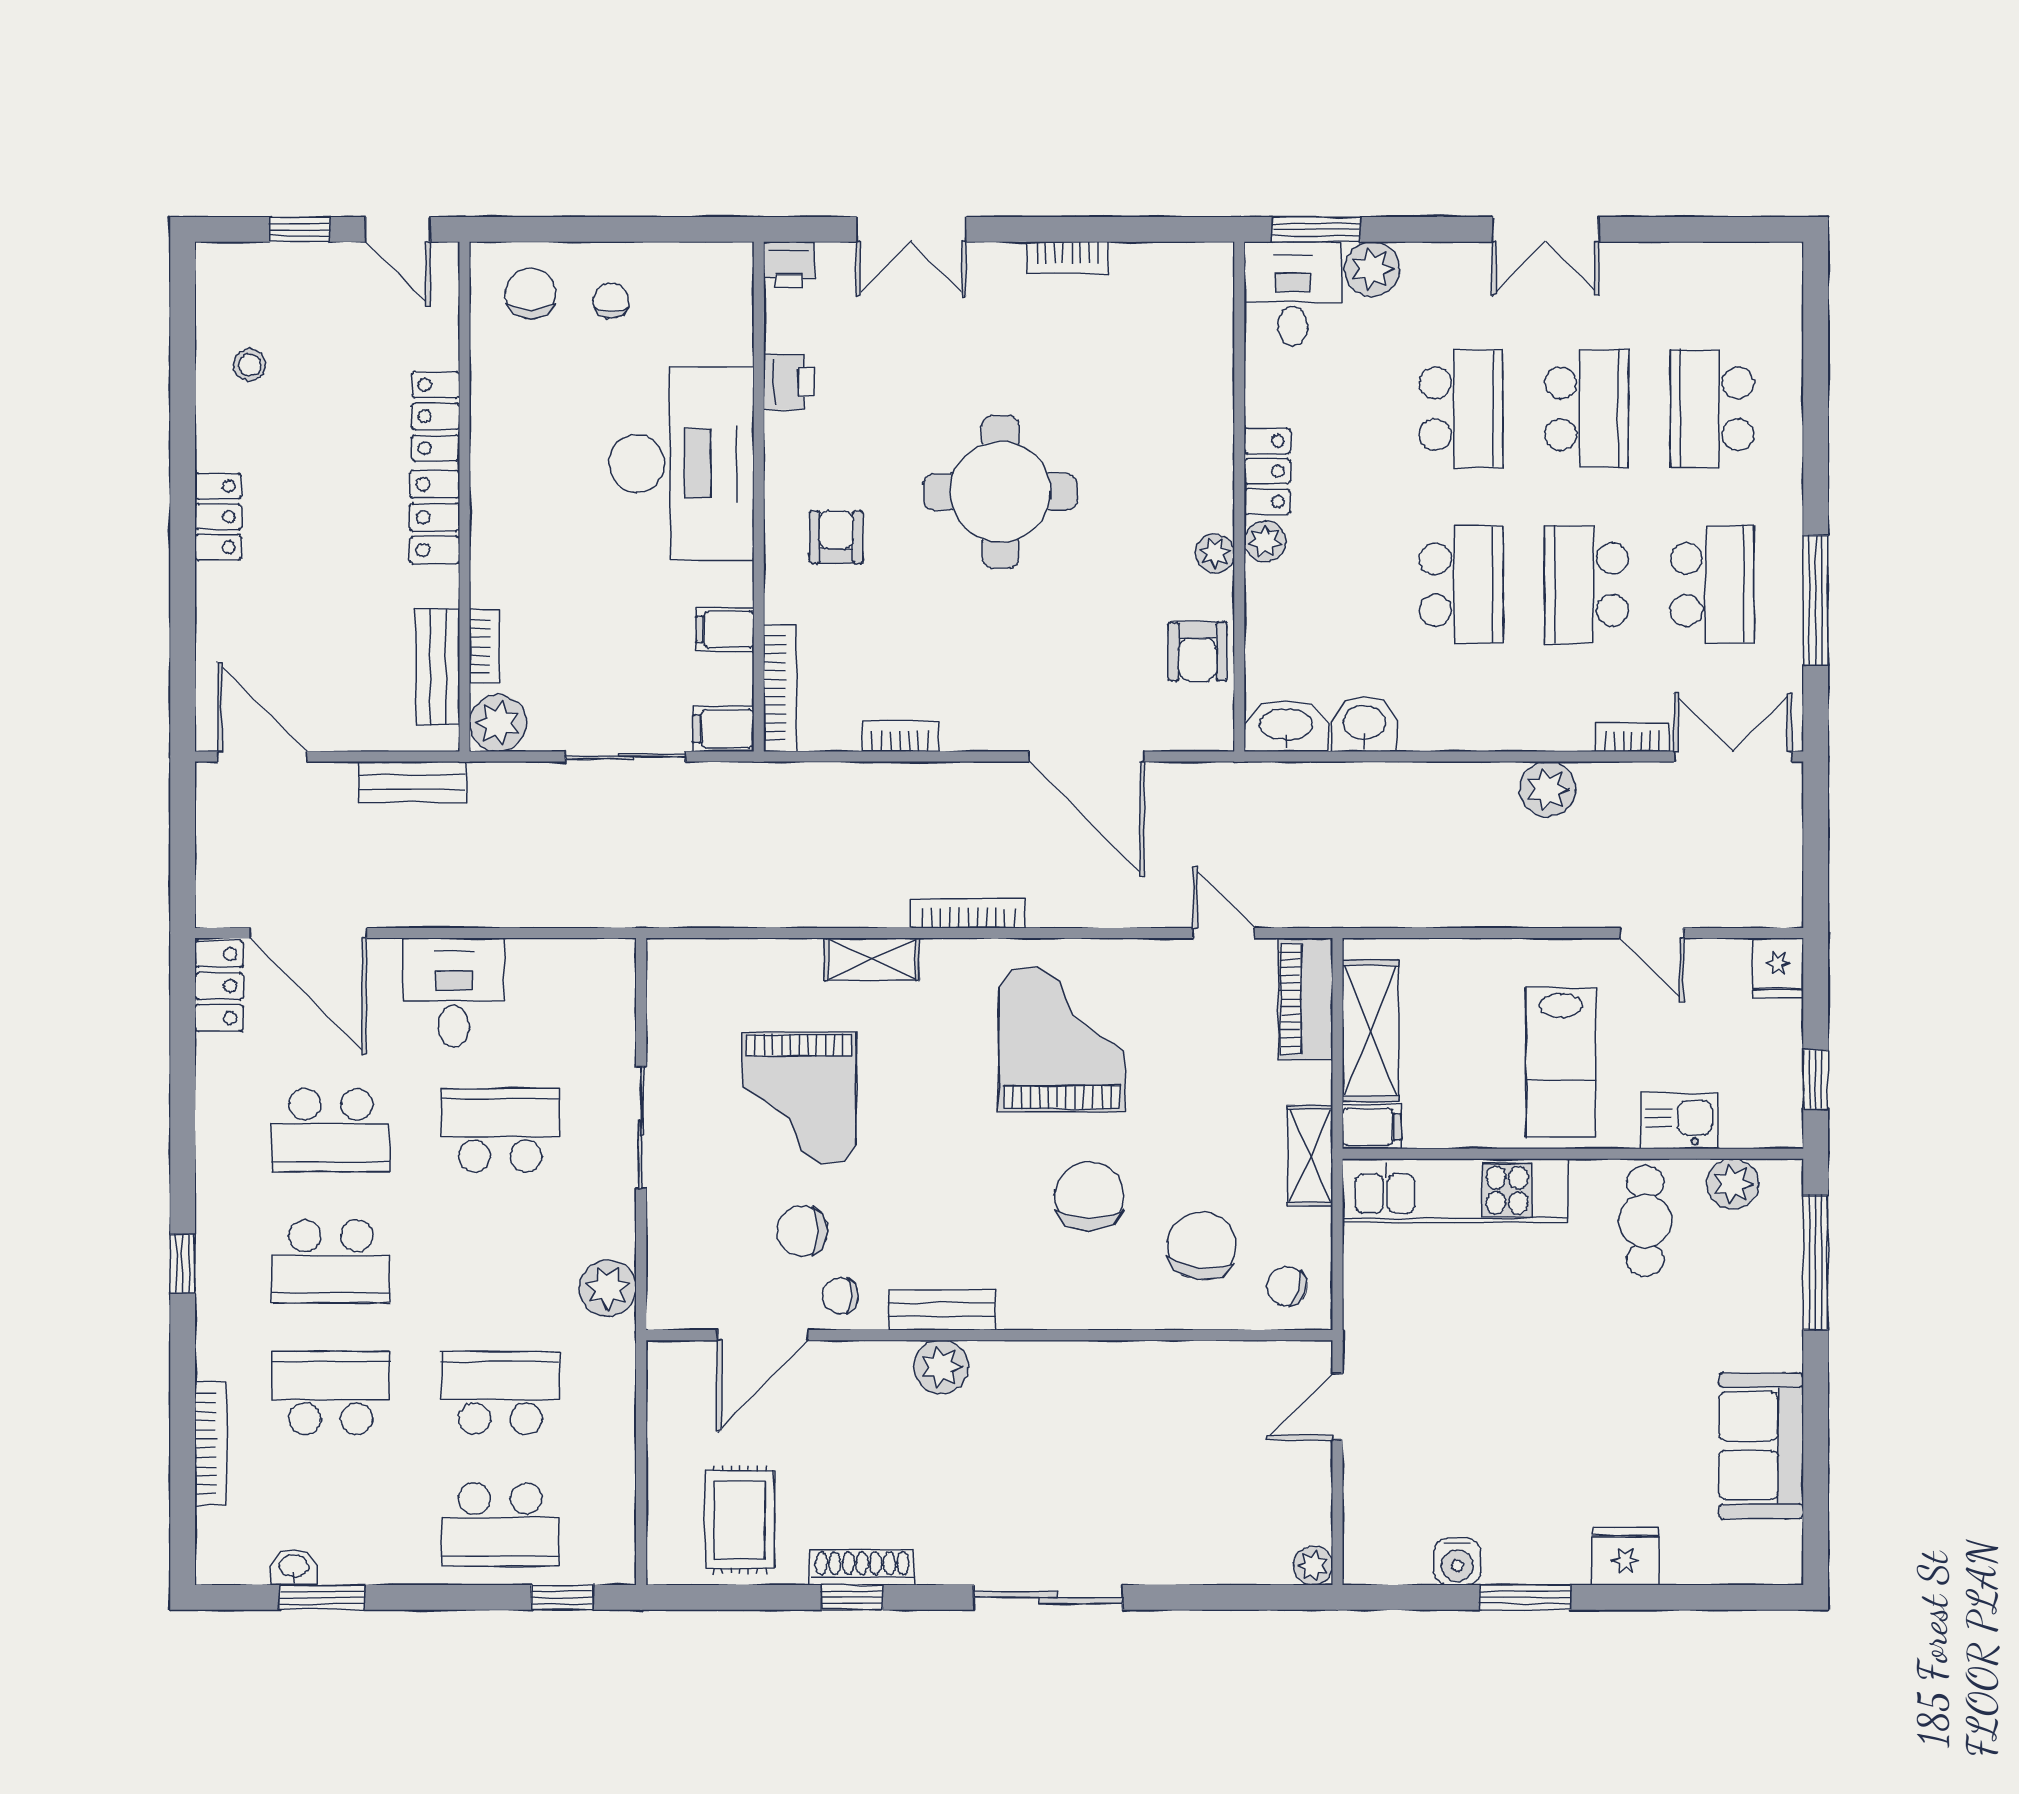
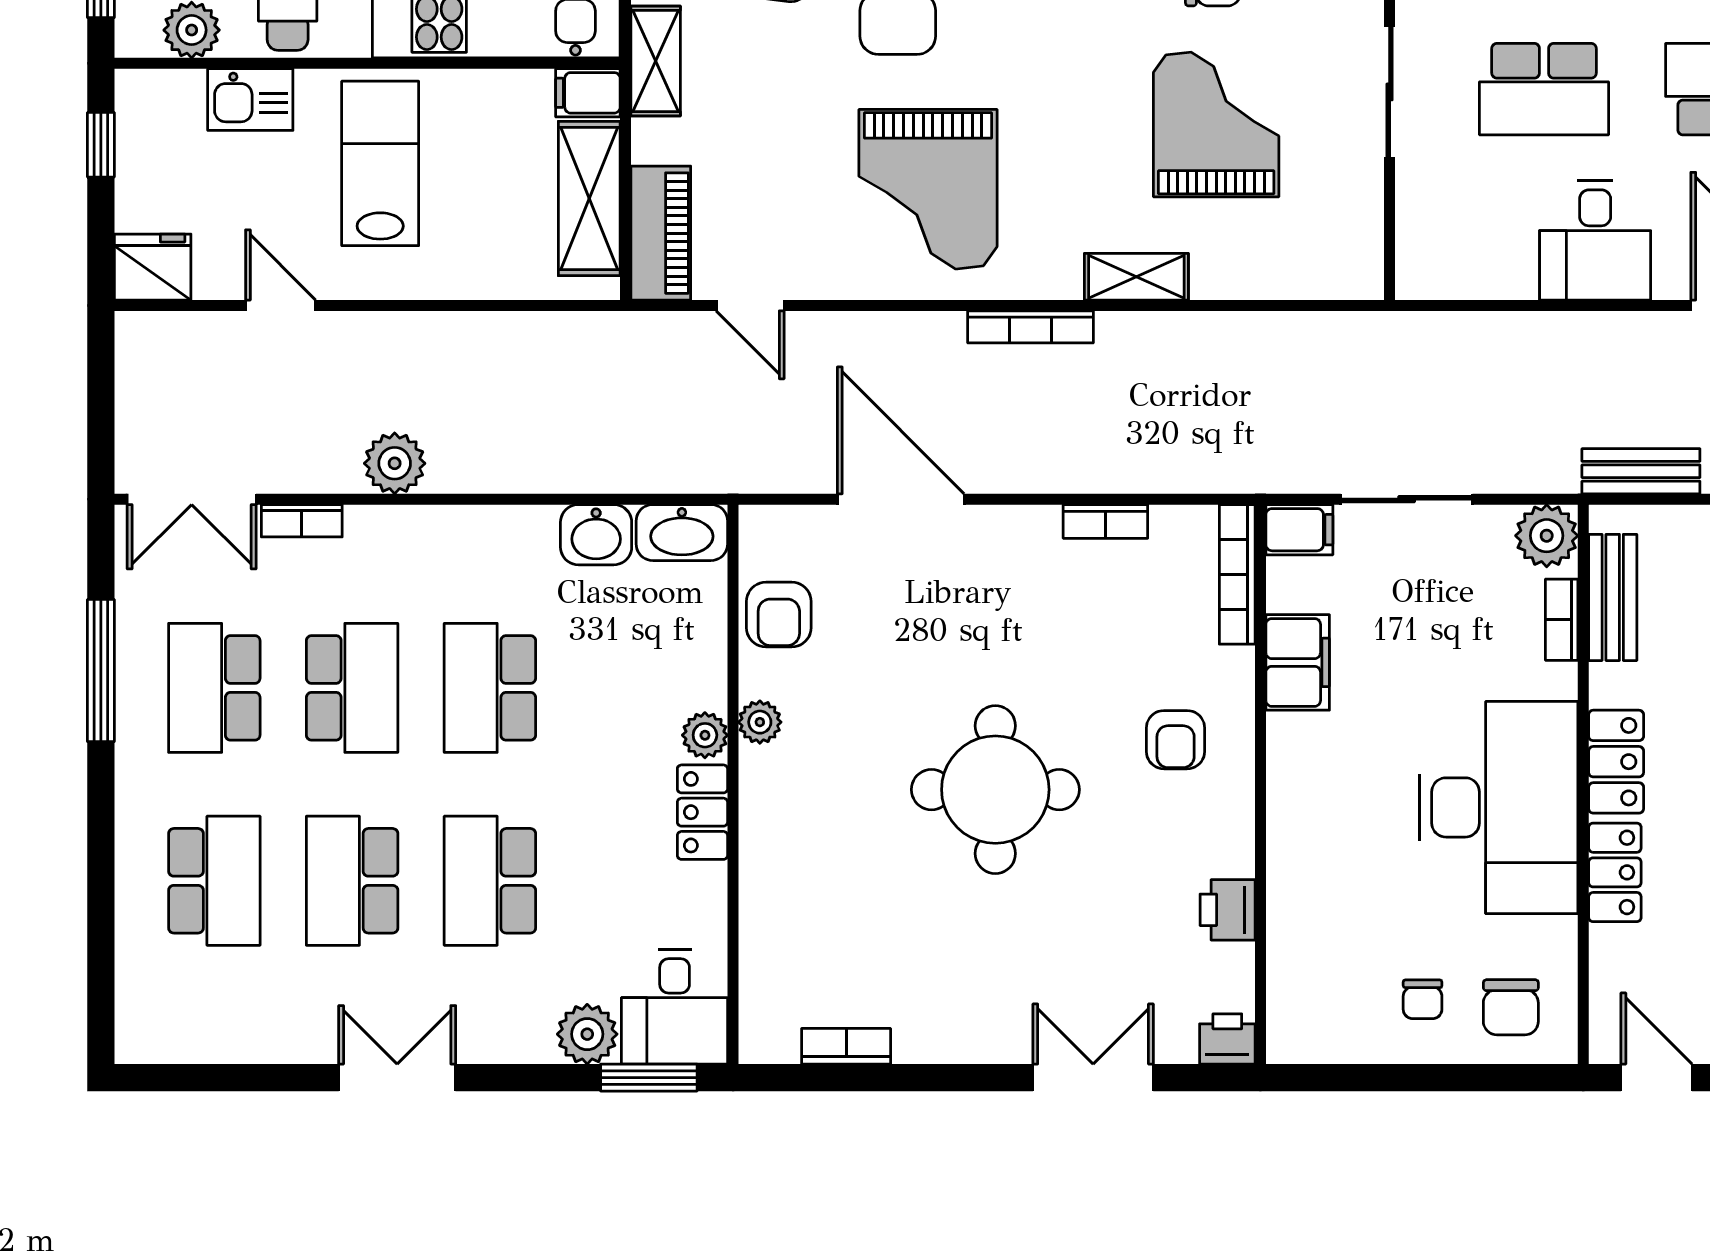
bookcase: (1067, 258) -> (846, 1046), moved
desk: (682, 464) -> (1498, 807), moved, turned 180
filing cabinet: (725, 629) -> (1298, 662), width x2.00
armchair: (1198, 651) -> (779, 615), turned 180
fridge: (1778, 968) -> (153, 267), width x1.38

